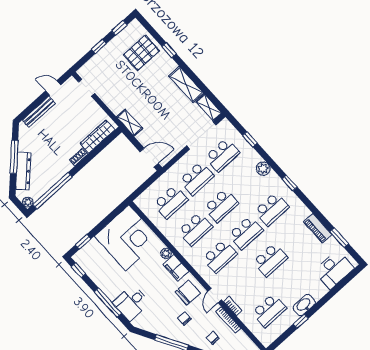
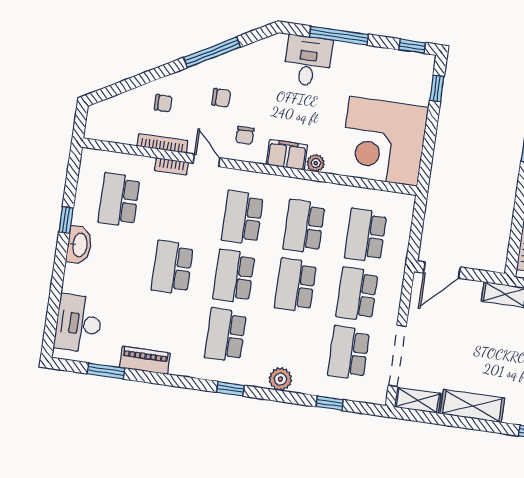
chair: (188, 293) -> (245, 135), width x0.54, depth x0.54

